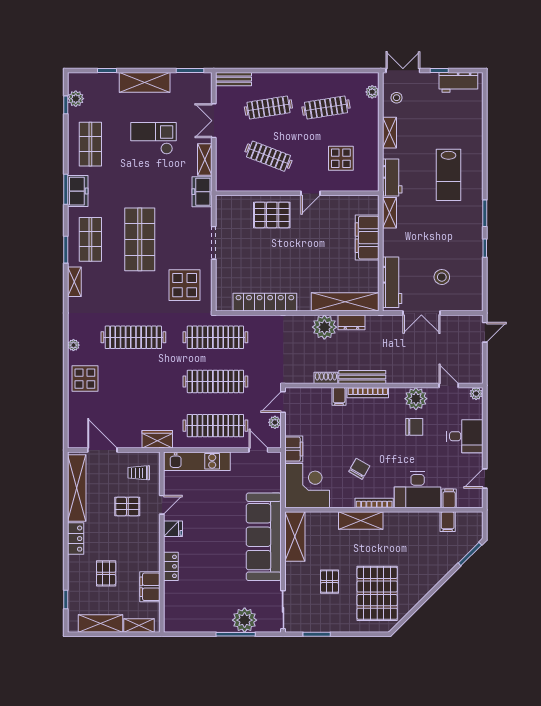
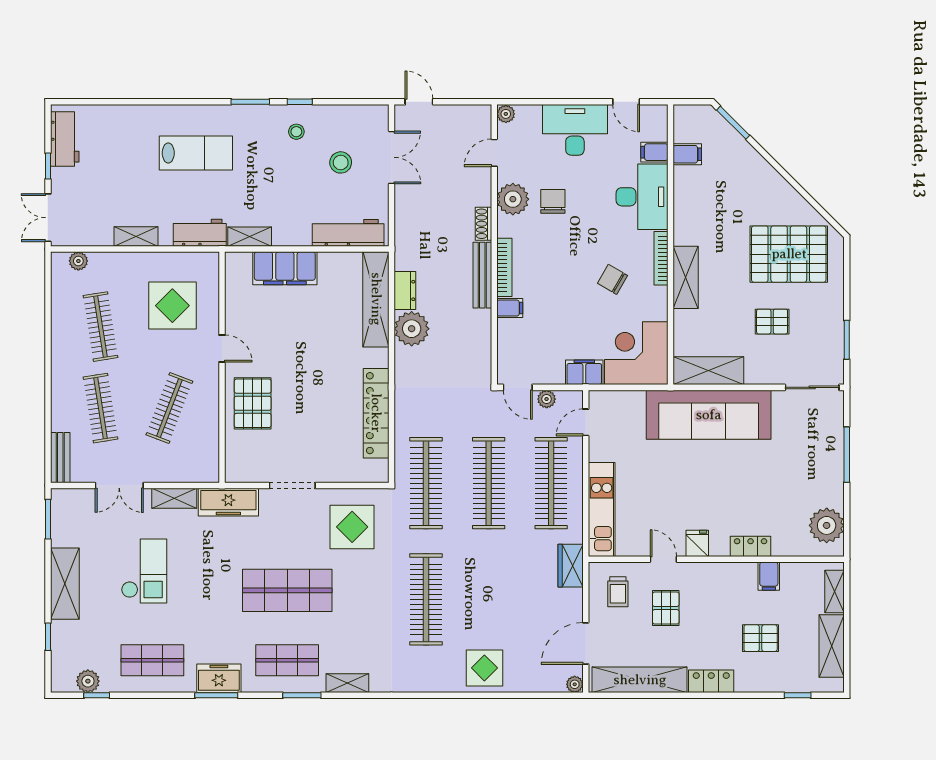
stool: (397, 98) -> (296, 132), moved
checkout: (153, 138) -> (144, 571), turned 180
display table: (341, 158) -> (172, 306), width x1.36, depth x1.36
freezer: (202, 192) -> (228, 502), width x1.40
double door: (421, 313) -> (392, 157), moved
plant: (73, 345) -> (575, 684), moved
shoe rack: (326, 378) -> (483, 224), moved
desk: (465, 436) -> (575, 130), width x1.37
filing cabinet: (150, 587) -> (769, 576), width x0.50
plant: (245, 620) -> (827, 525), moved

